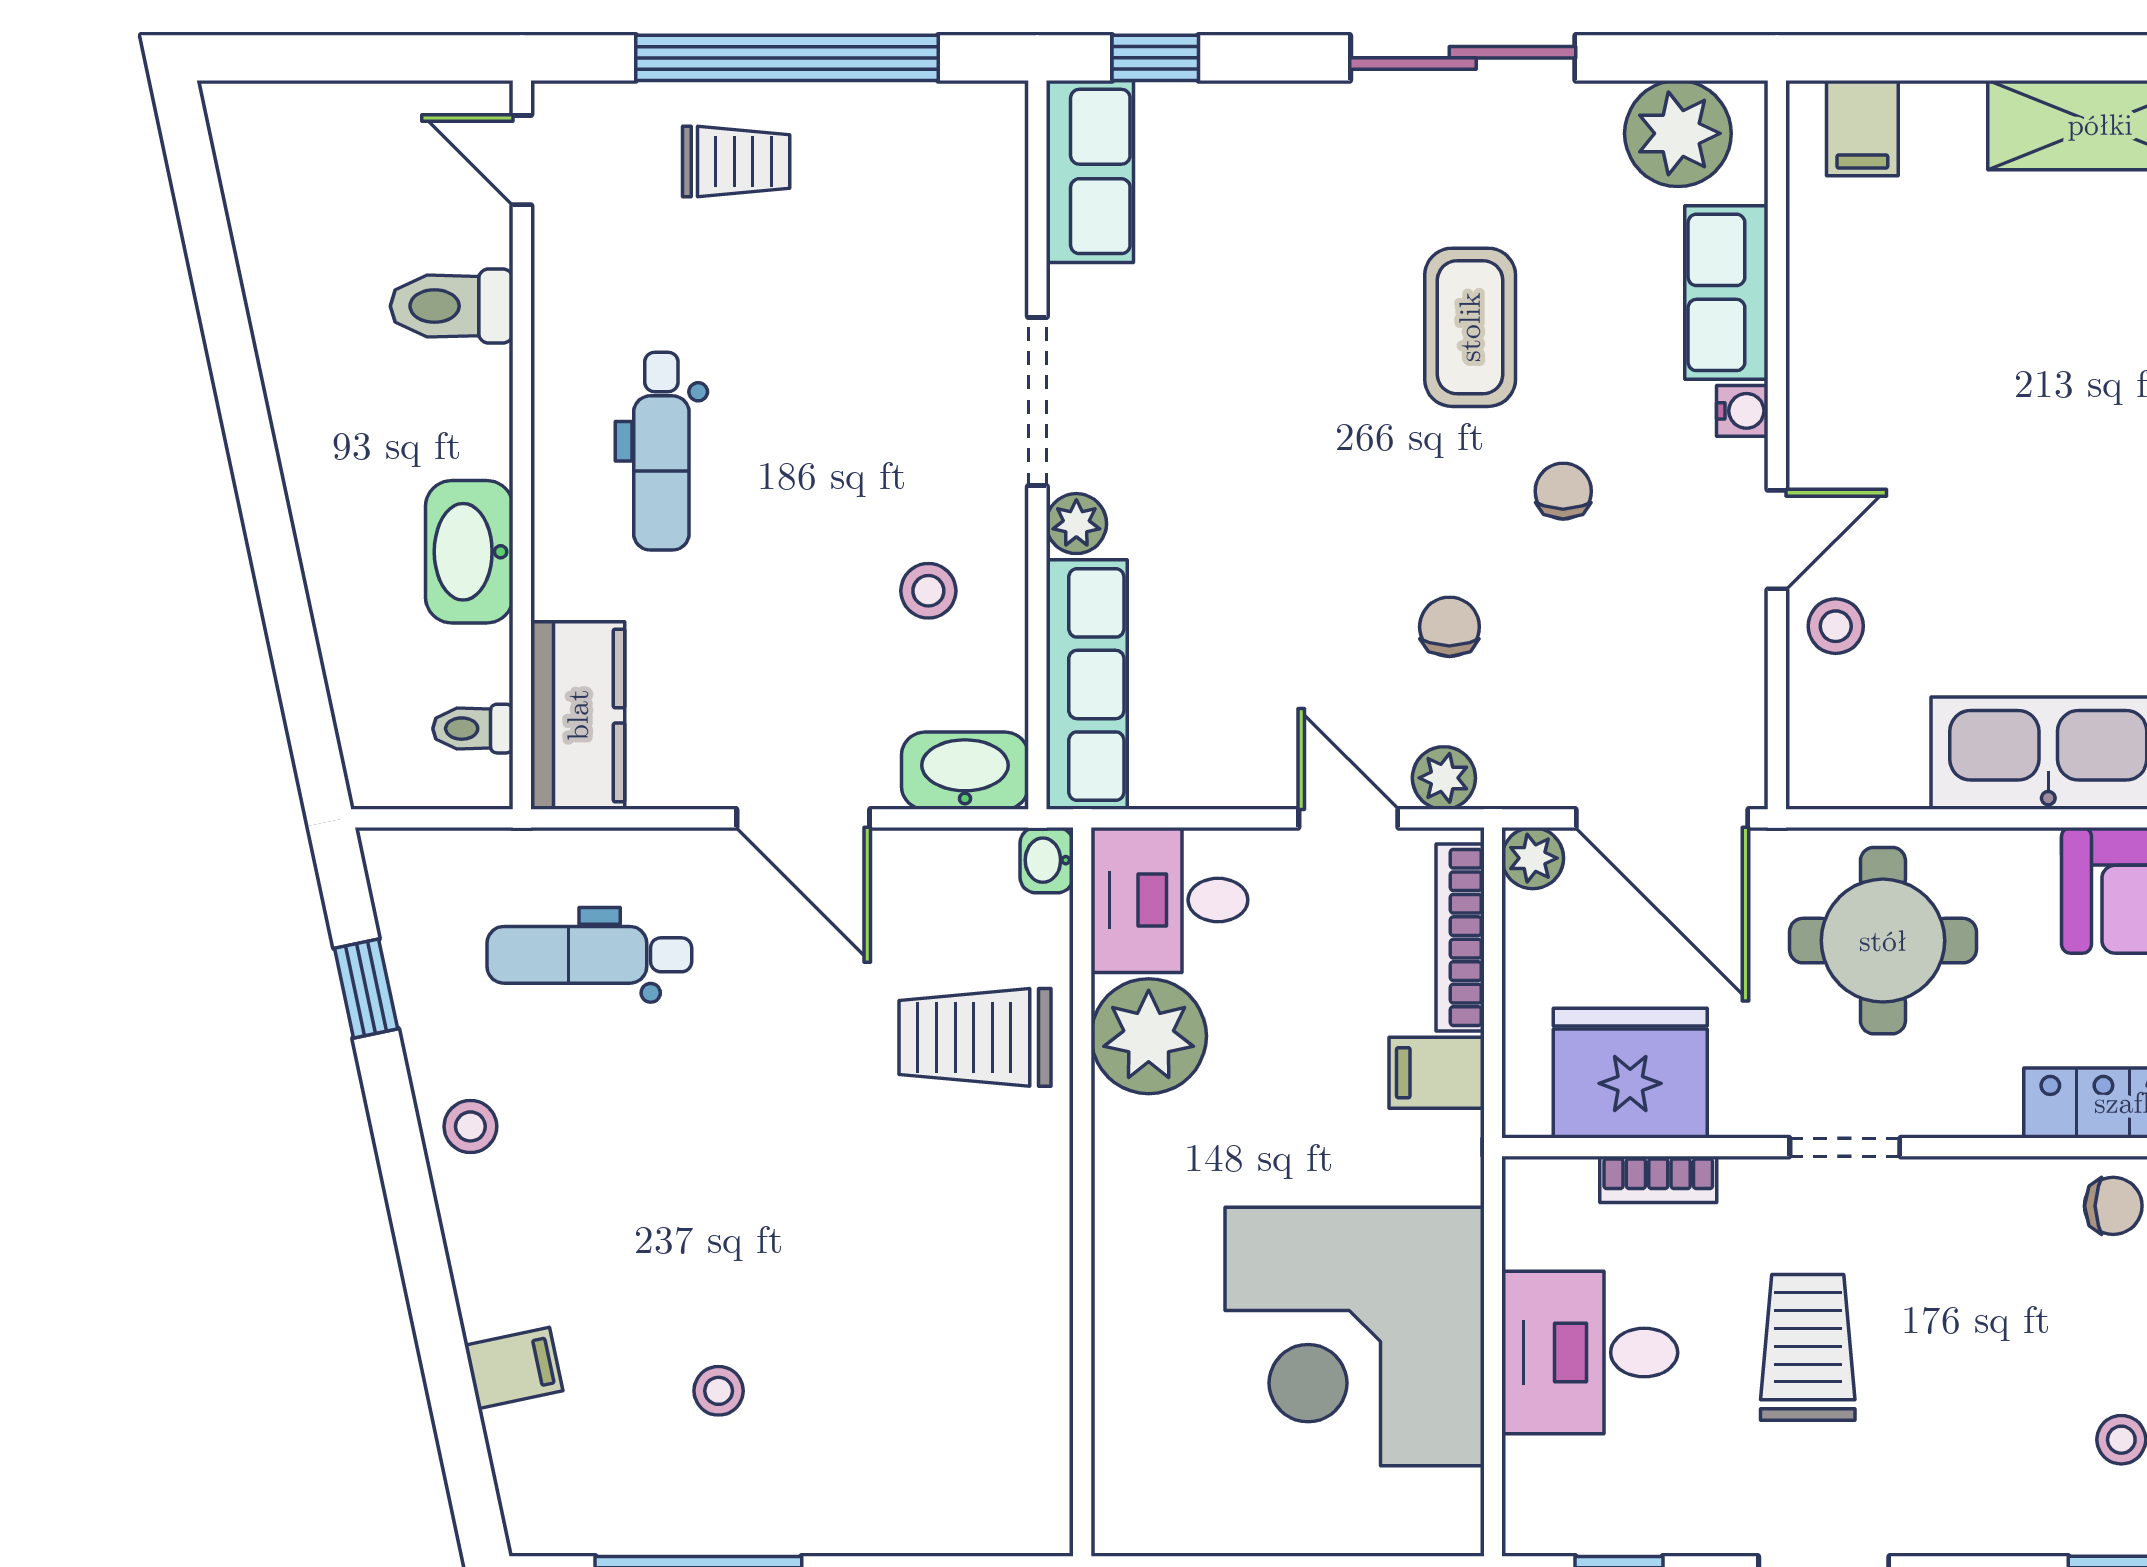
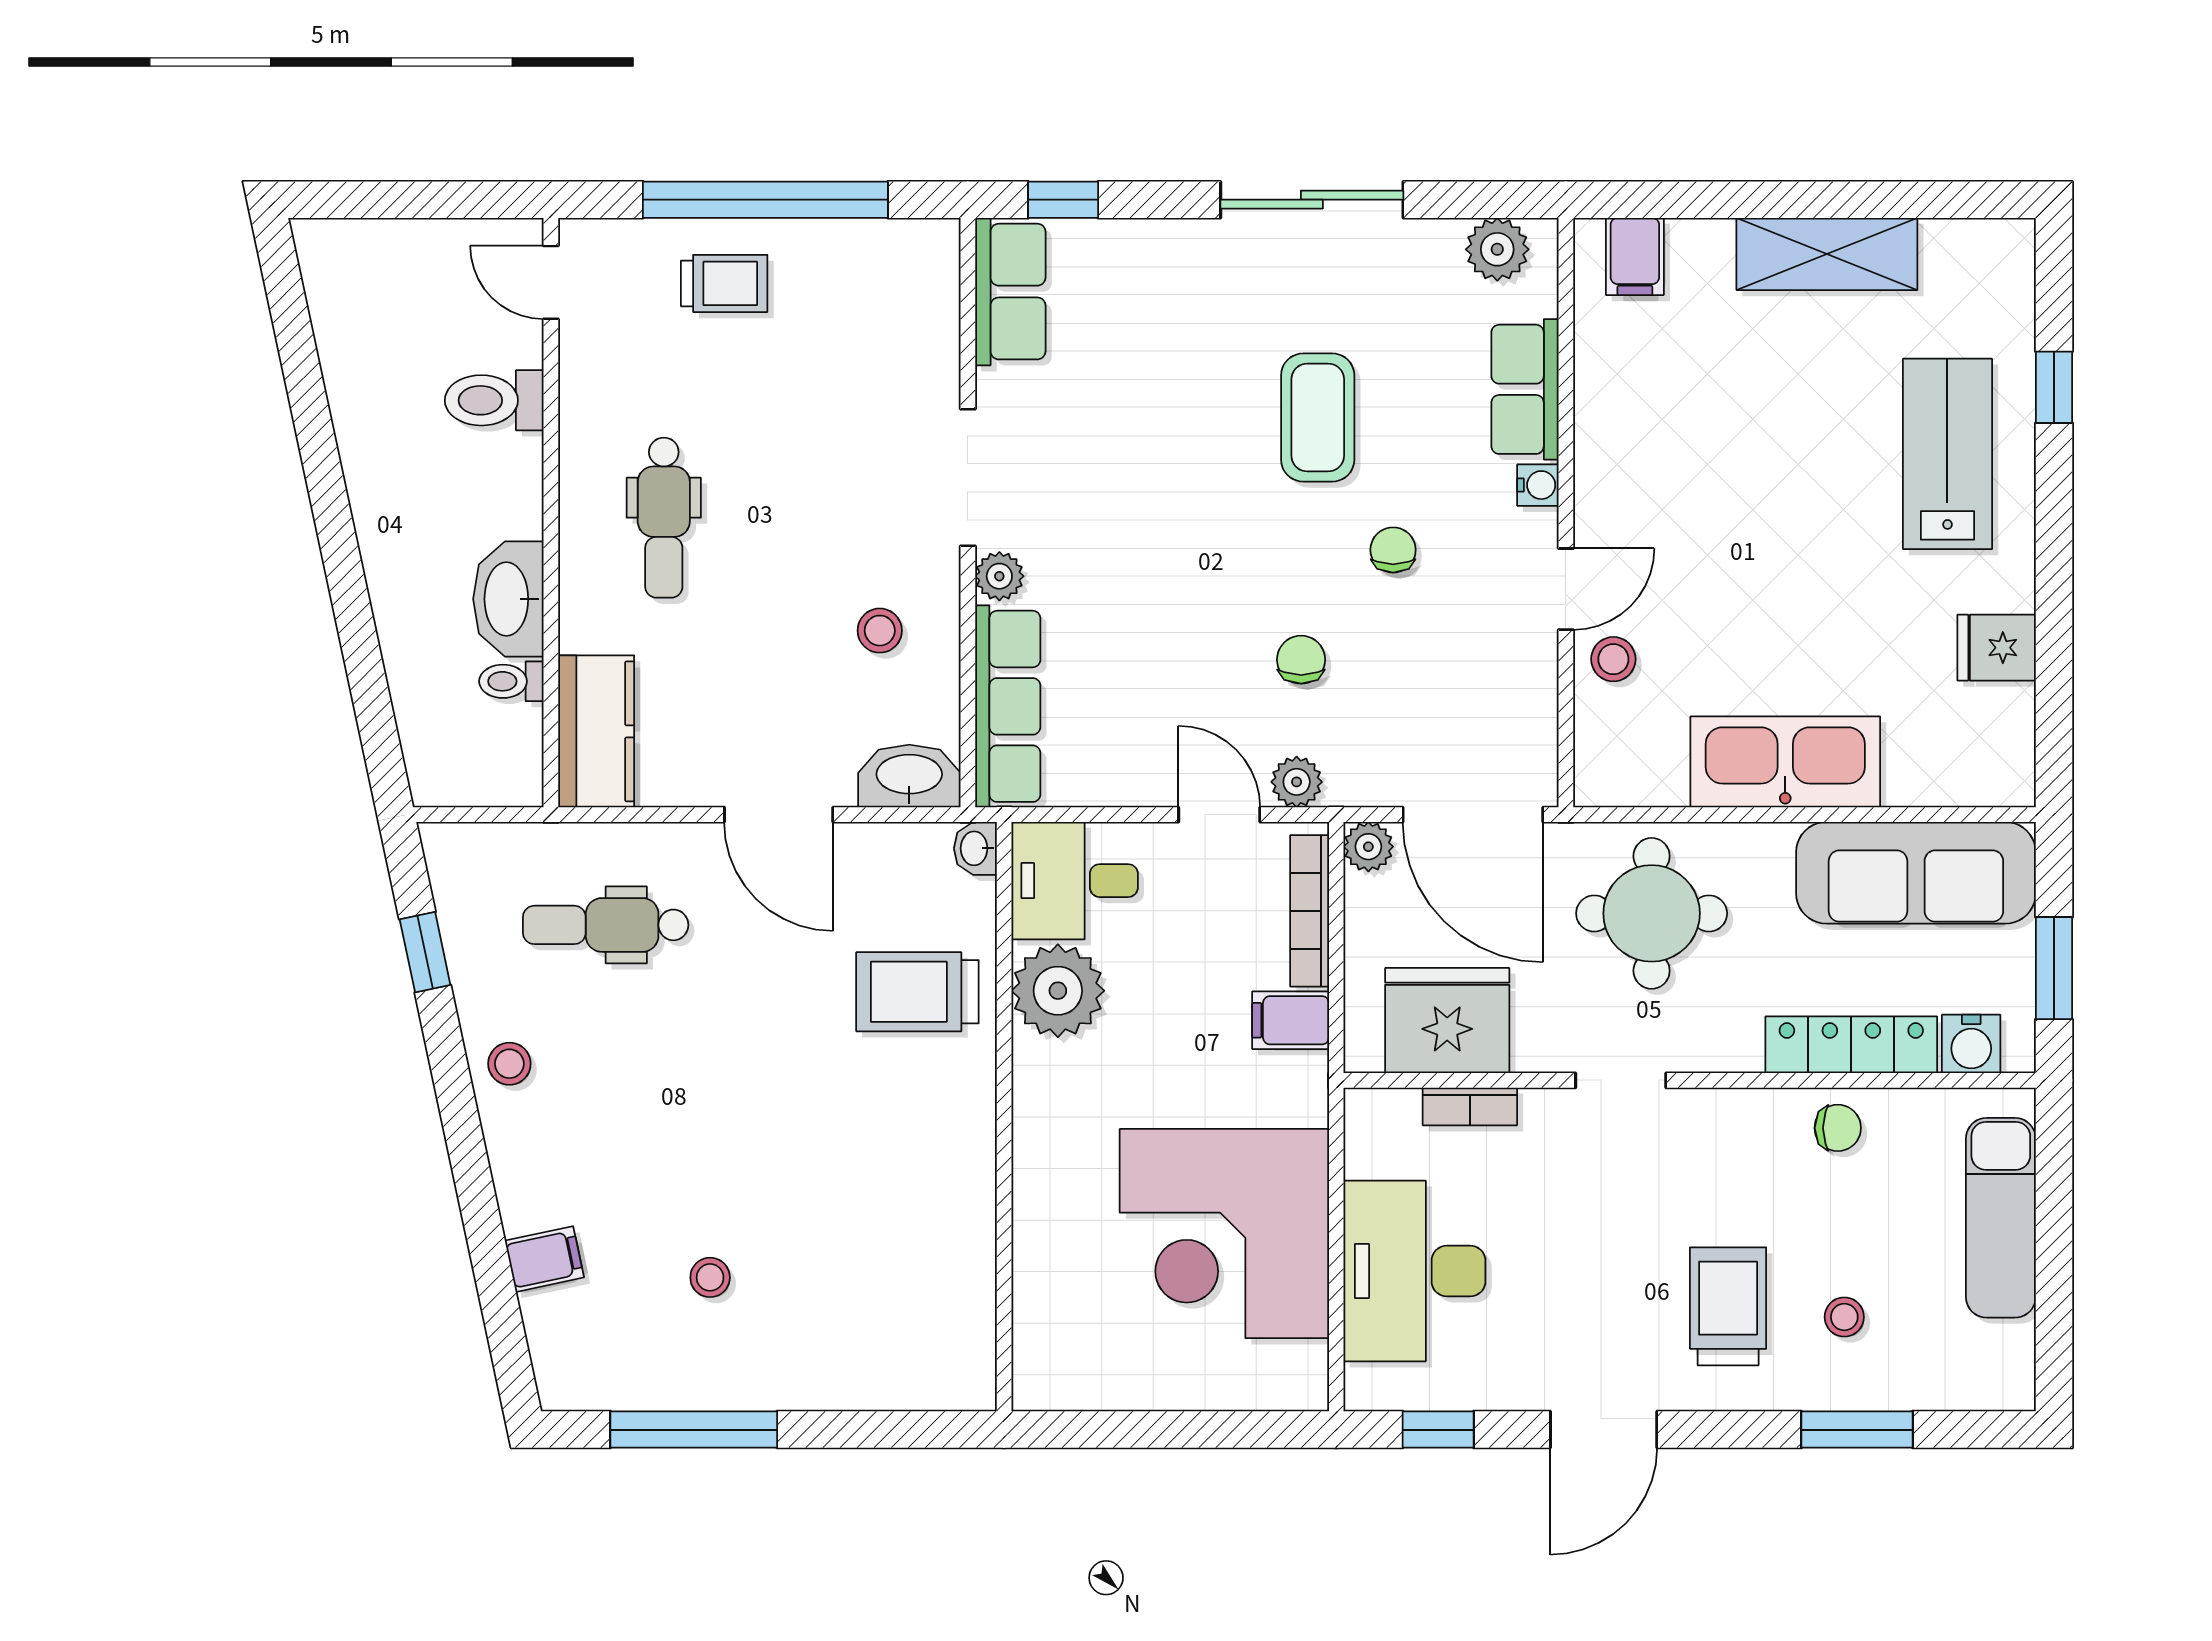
plant: (1678, 133) -> (1497, 249), width x0.73, depth x0.73
toilet: (473, 729) -> (511, 681), moved
trolley: (1808, 1347) -> (1728, 1306), moved
desk: (1590, 1353) -> (1414, 1271), width x1.37

